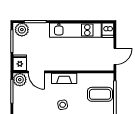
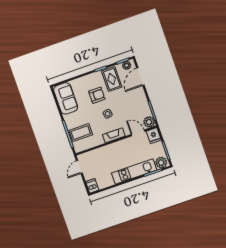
kitchen unit: (75, 30) -> (134, 172), moved

